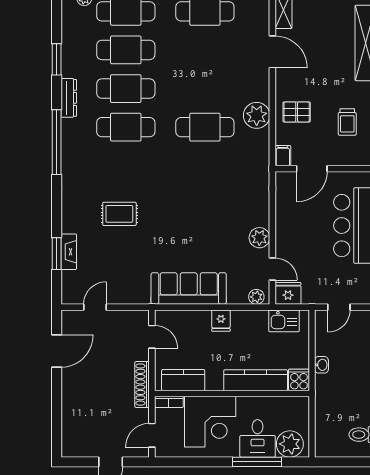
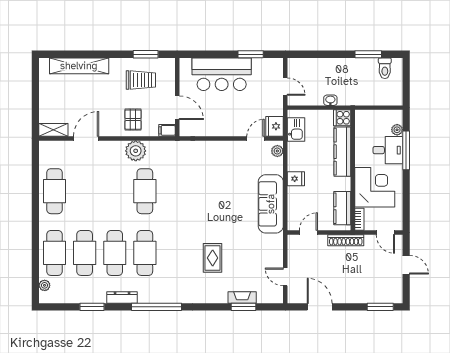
trolley: (347, 122) -> (141, 80), width x1.36, depth x1.39
plant: (259, 238) -> (231, 149), removed
window: (57, 429) -> (380, 307), added
plant: (290, 444) -> (397, 130), width x0.53, depth x0.53

